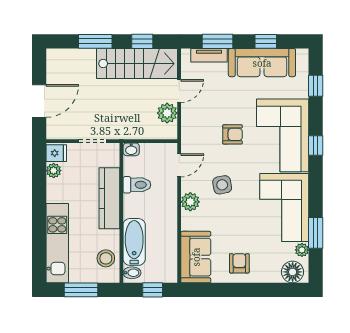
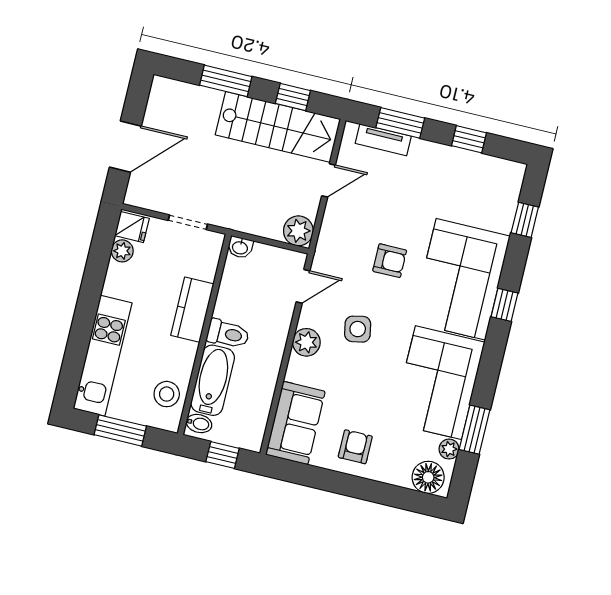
sofa: (262, 63) -> (456, 168), removed
plant: (167, 113) -> (298, 231), moved
toilet: (137, 185) -> (228, 334), moved
kitchen counter: (109, 198) -> (192, 310), width x0.67

